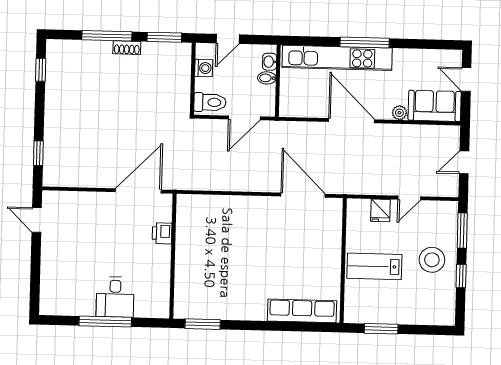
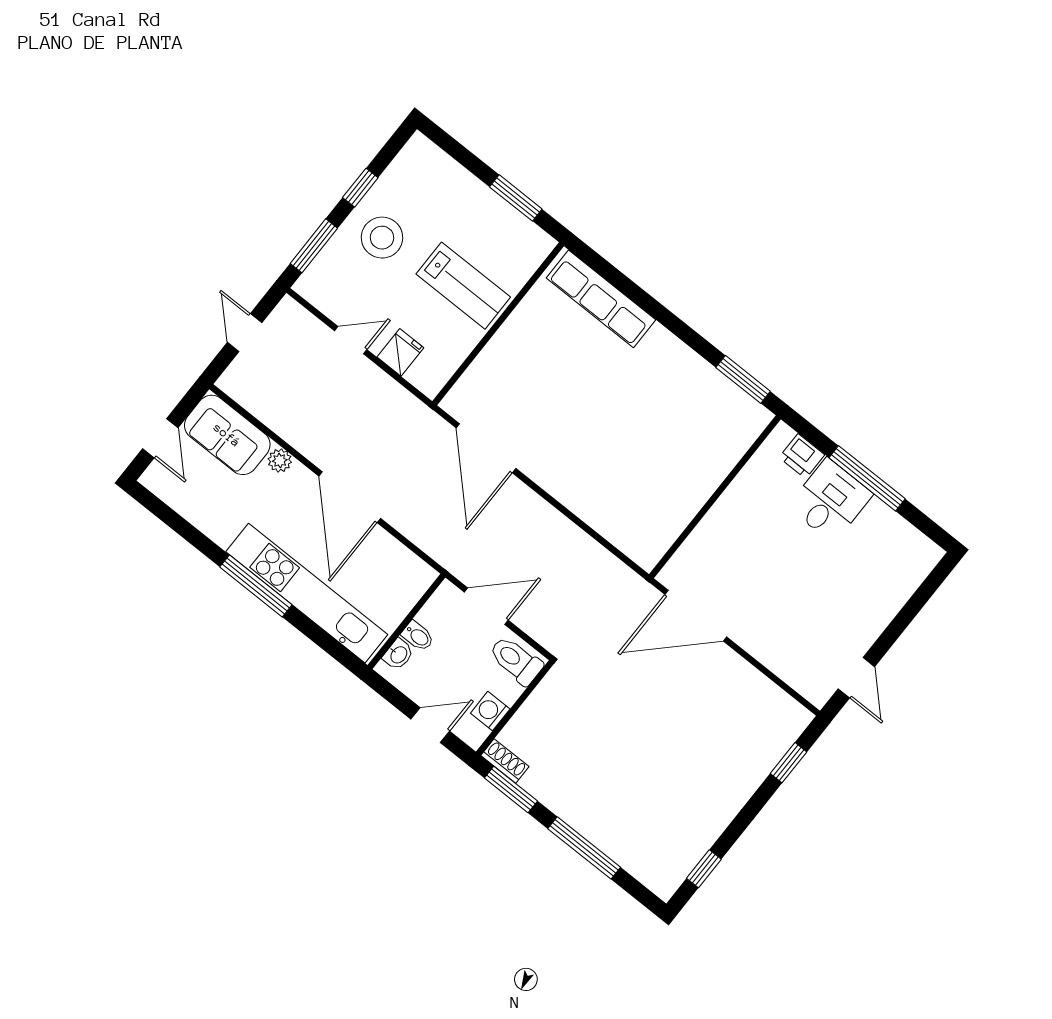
shoe rack: (127, 48) -> (505, 761), moved
door: (464, 162) -> (245, 333), swing flipped
printer: (162, 233) -> (802, 456), moved, turned 90

